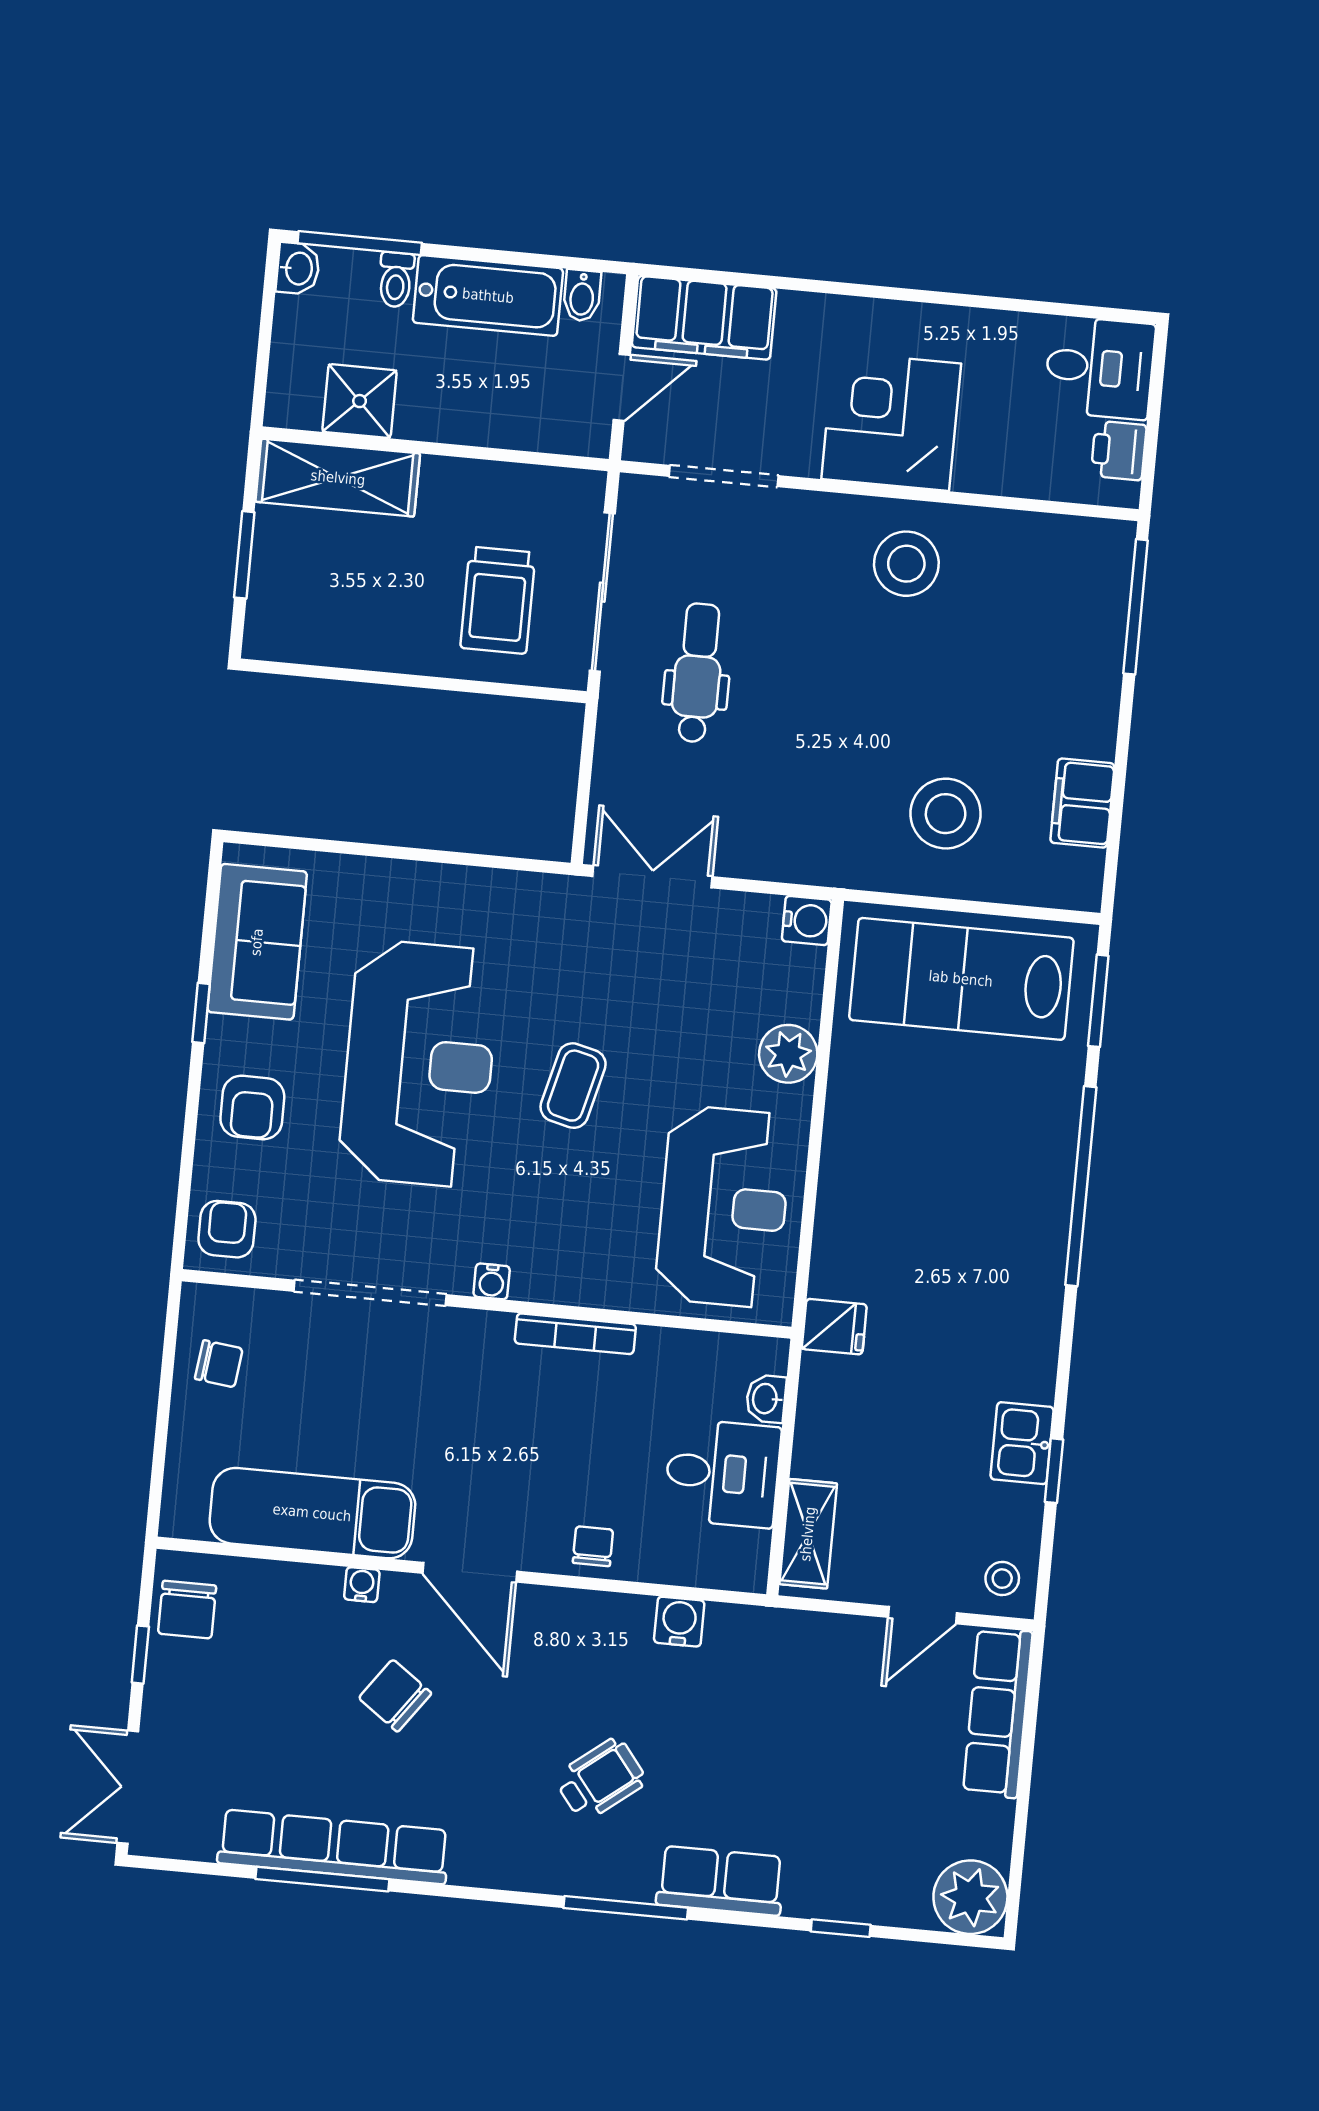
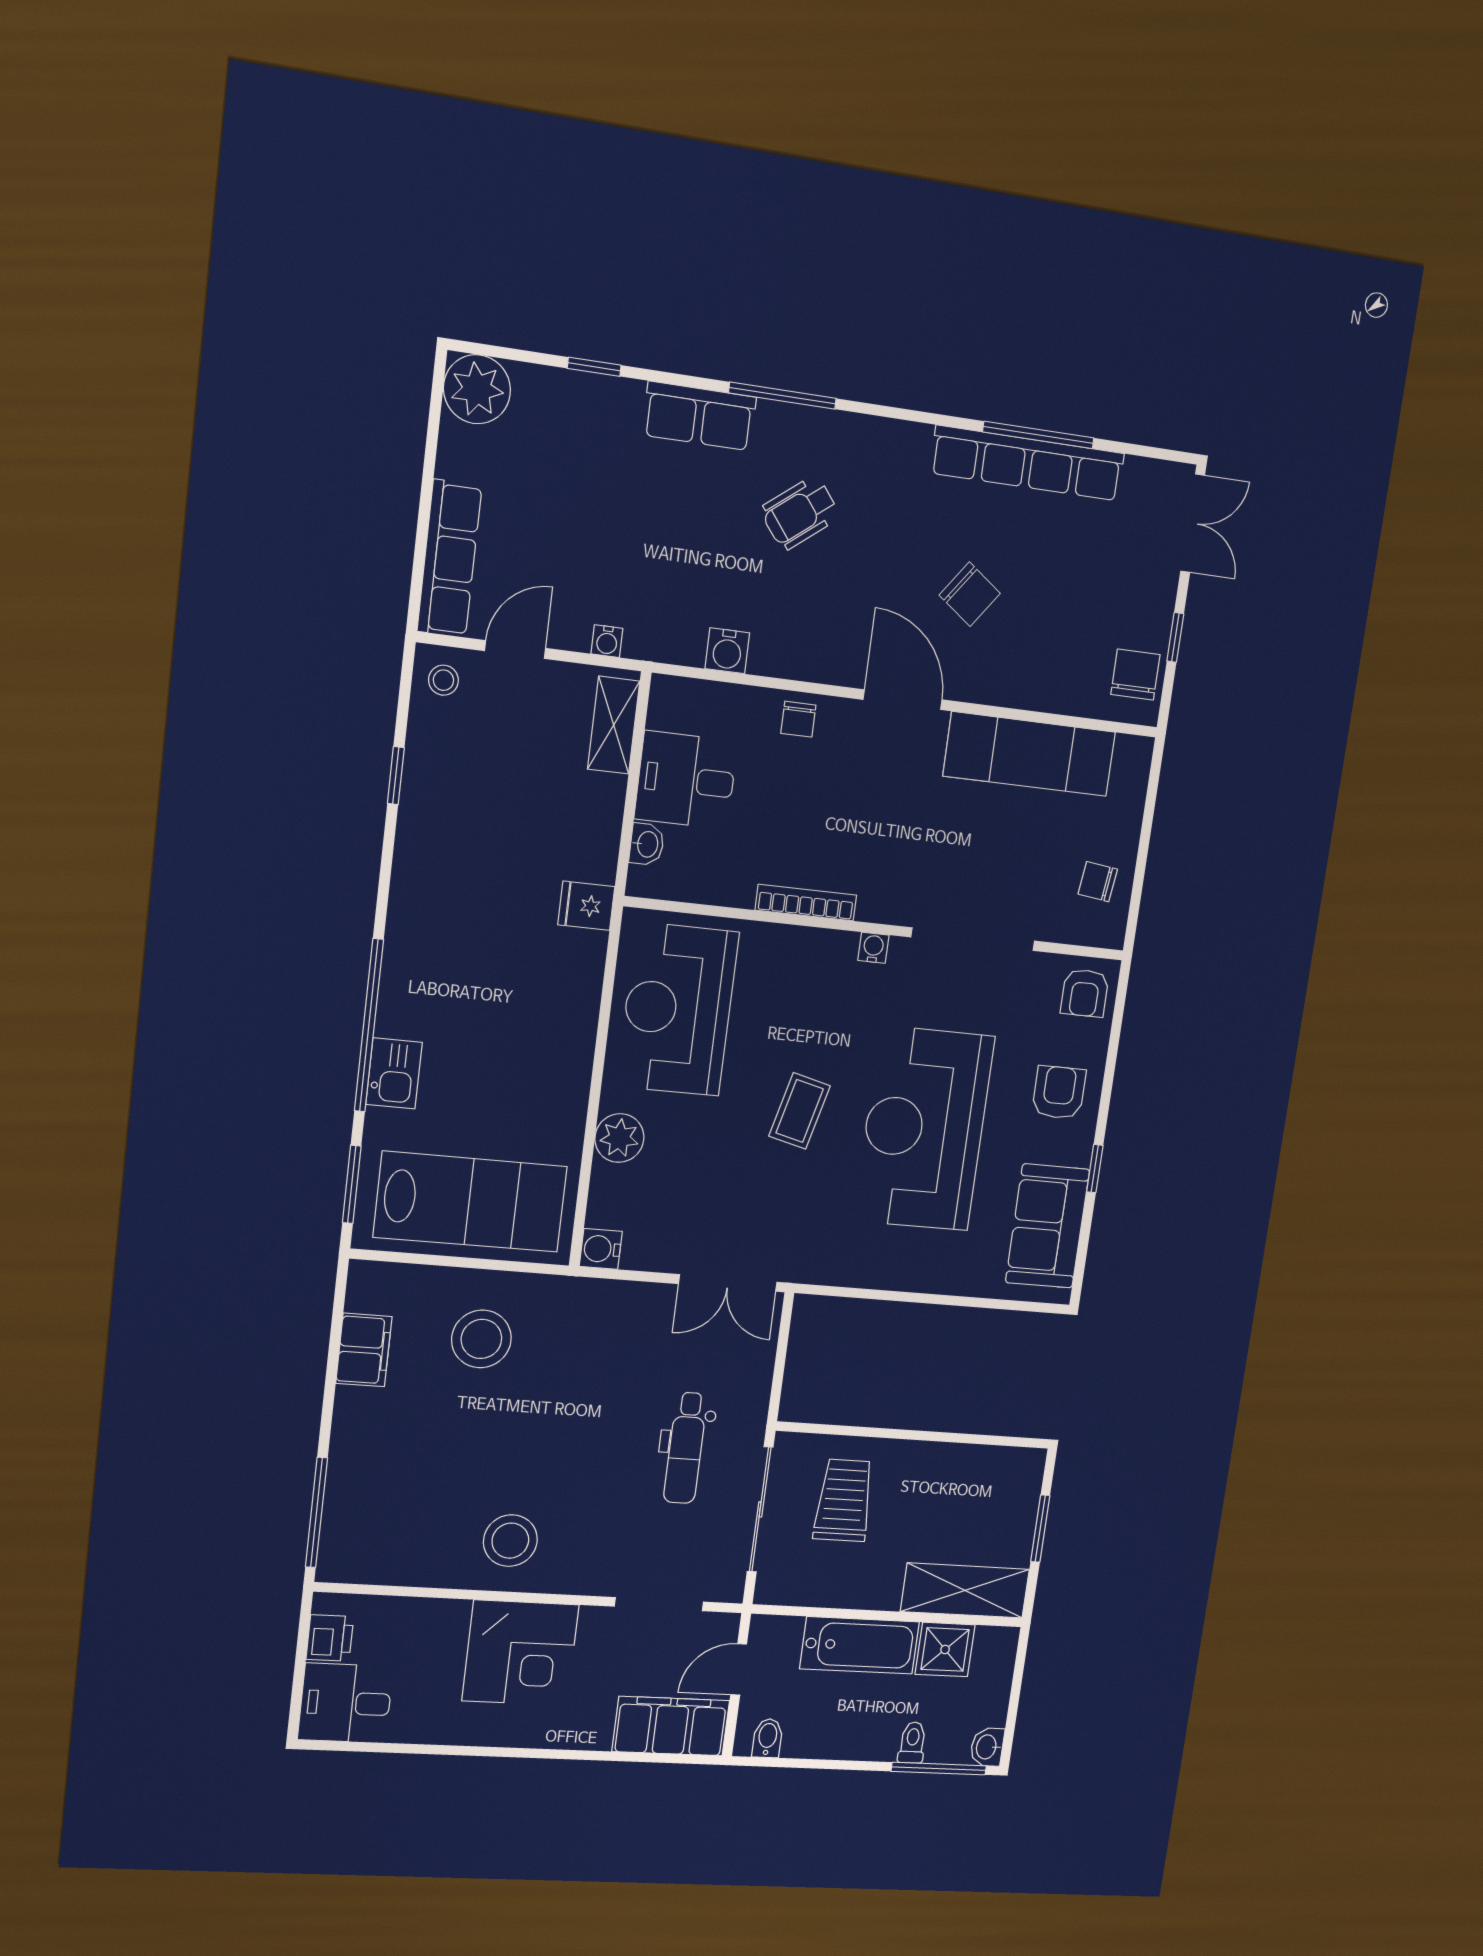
bathtub: (488, 296) -> (860, 1645), moved, turned 180
kitchen sink: (1022, 1443) -> (394, 1073), moved
water cooler: (362, 1585) -> (607, 641), moved

